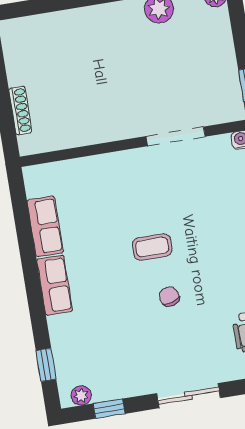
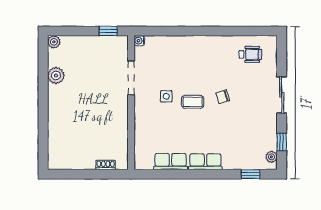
shoe rack: (20, 110) -> (106, 165), width x0.70
side table: (154, 201) -> (166, 96), added
coffee table: (152, 247) -> (193, 102), turned 90

